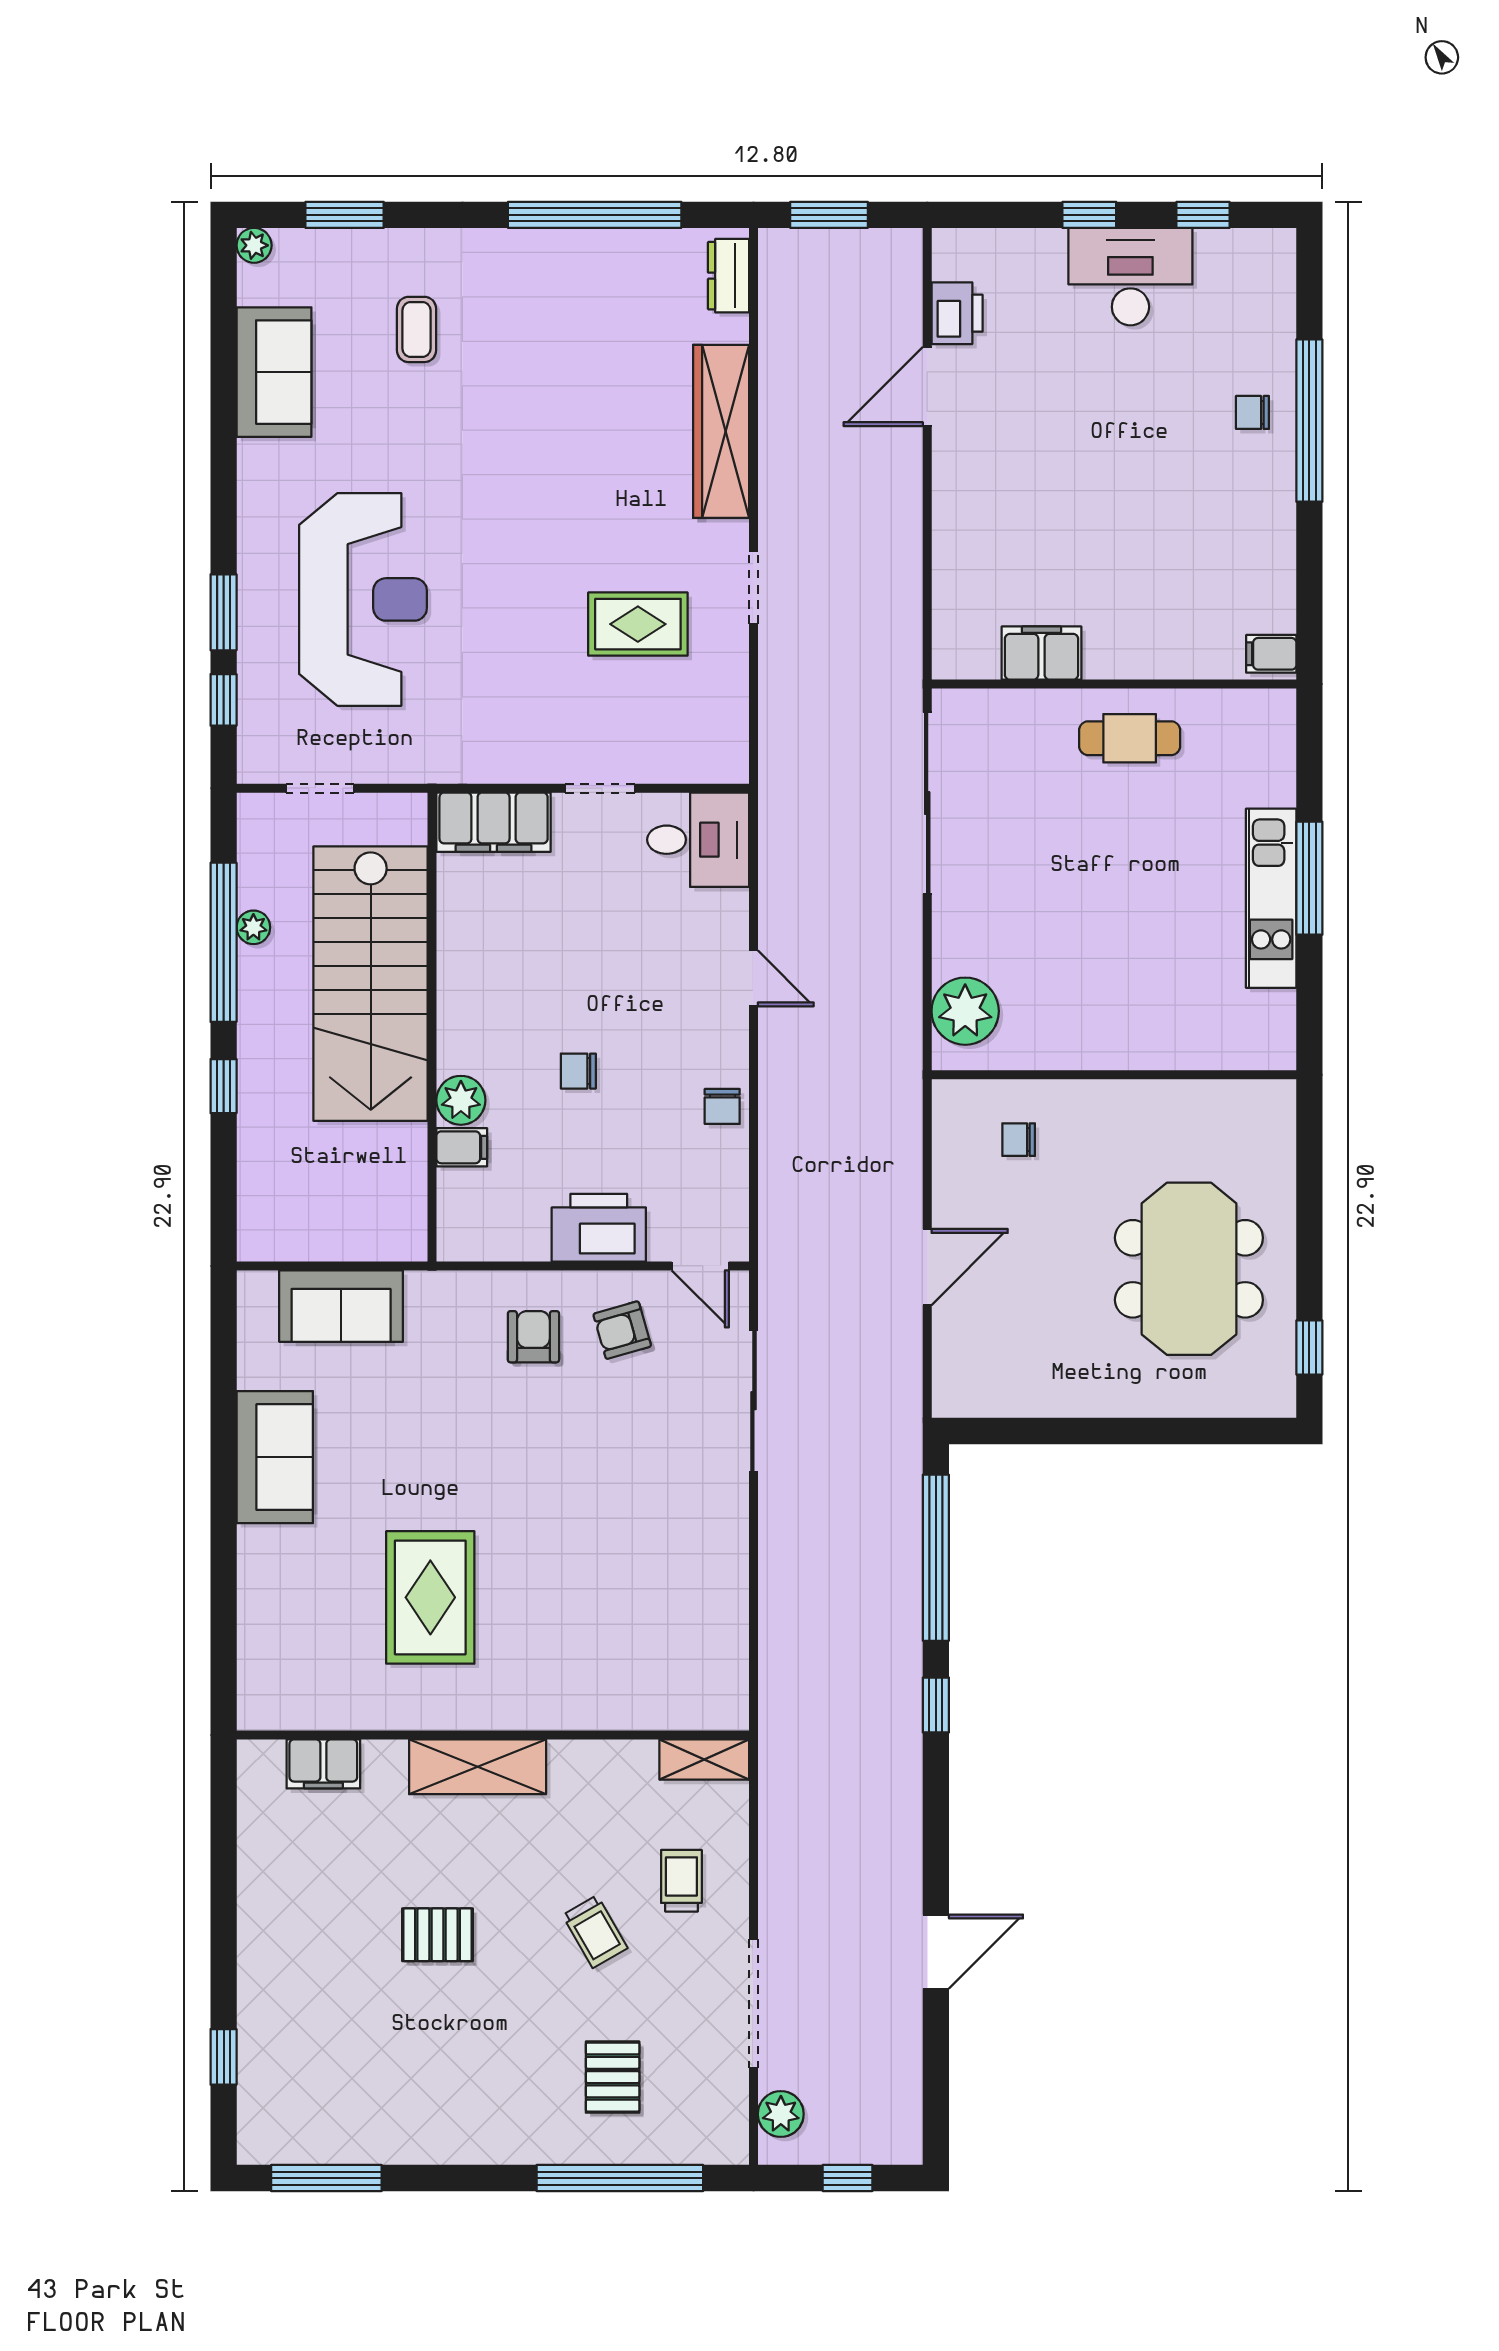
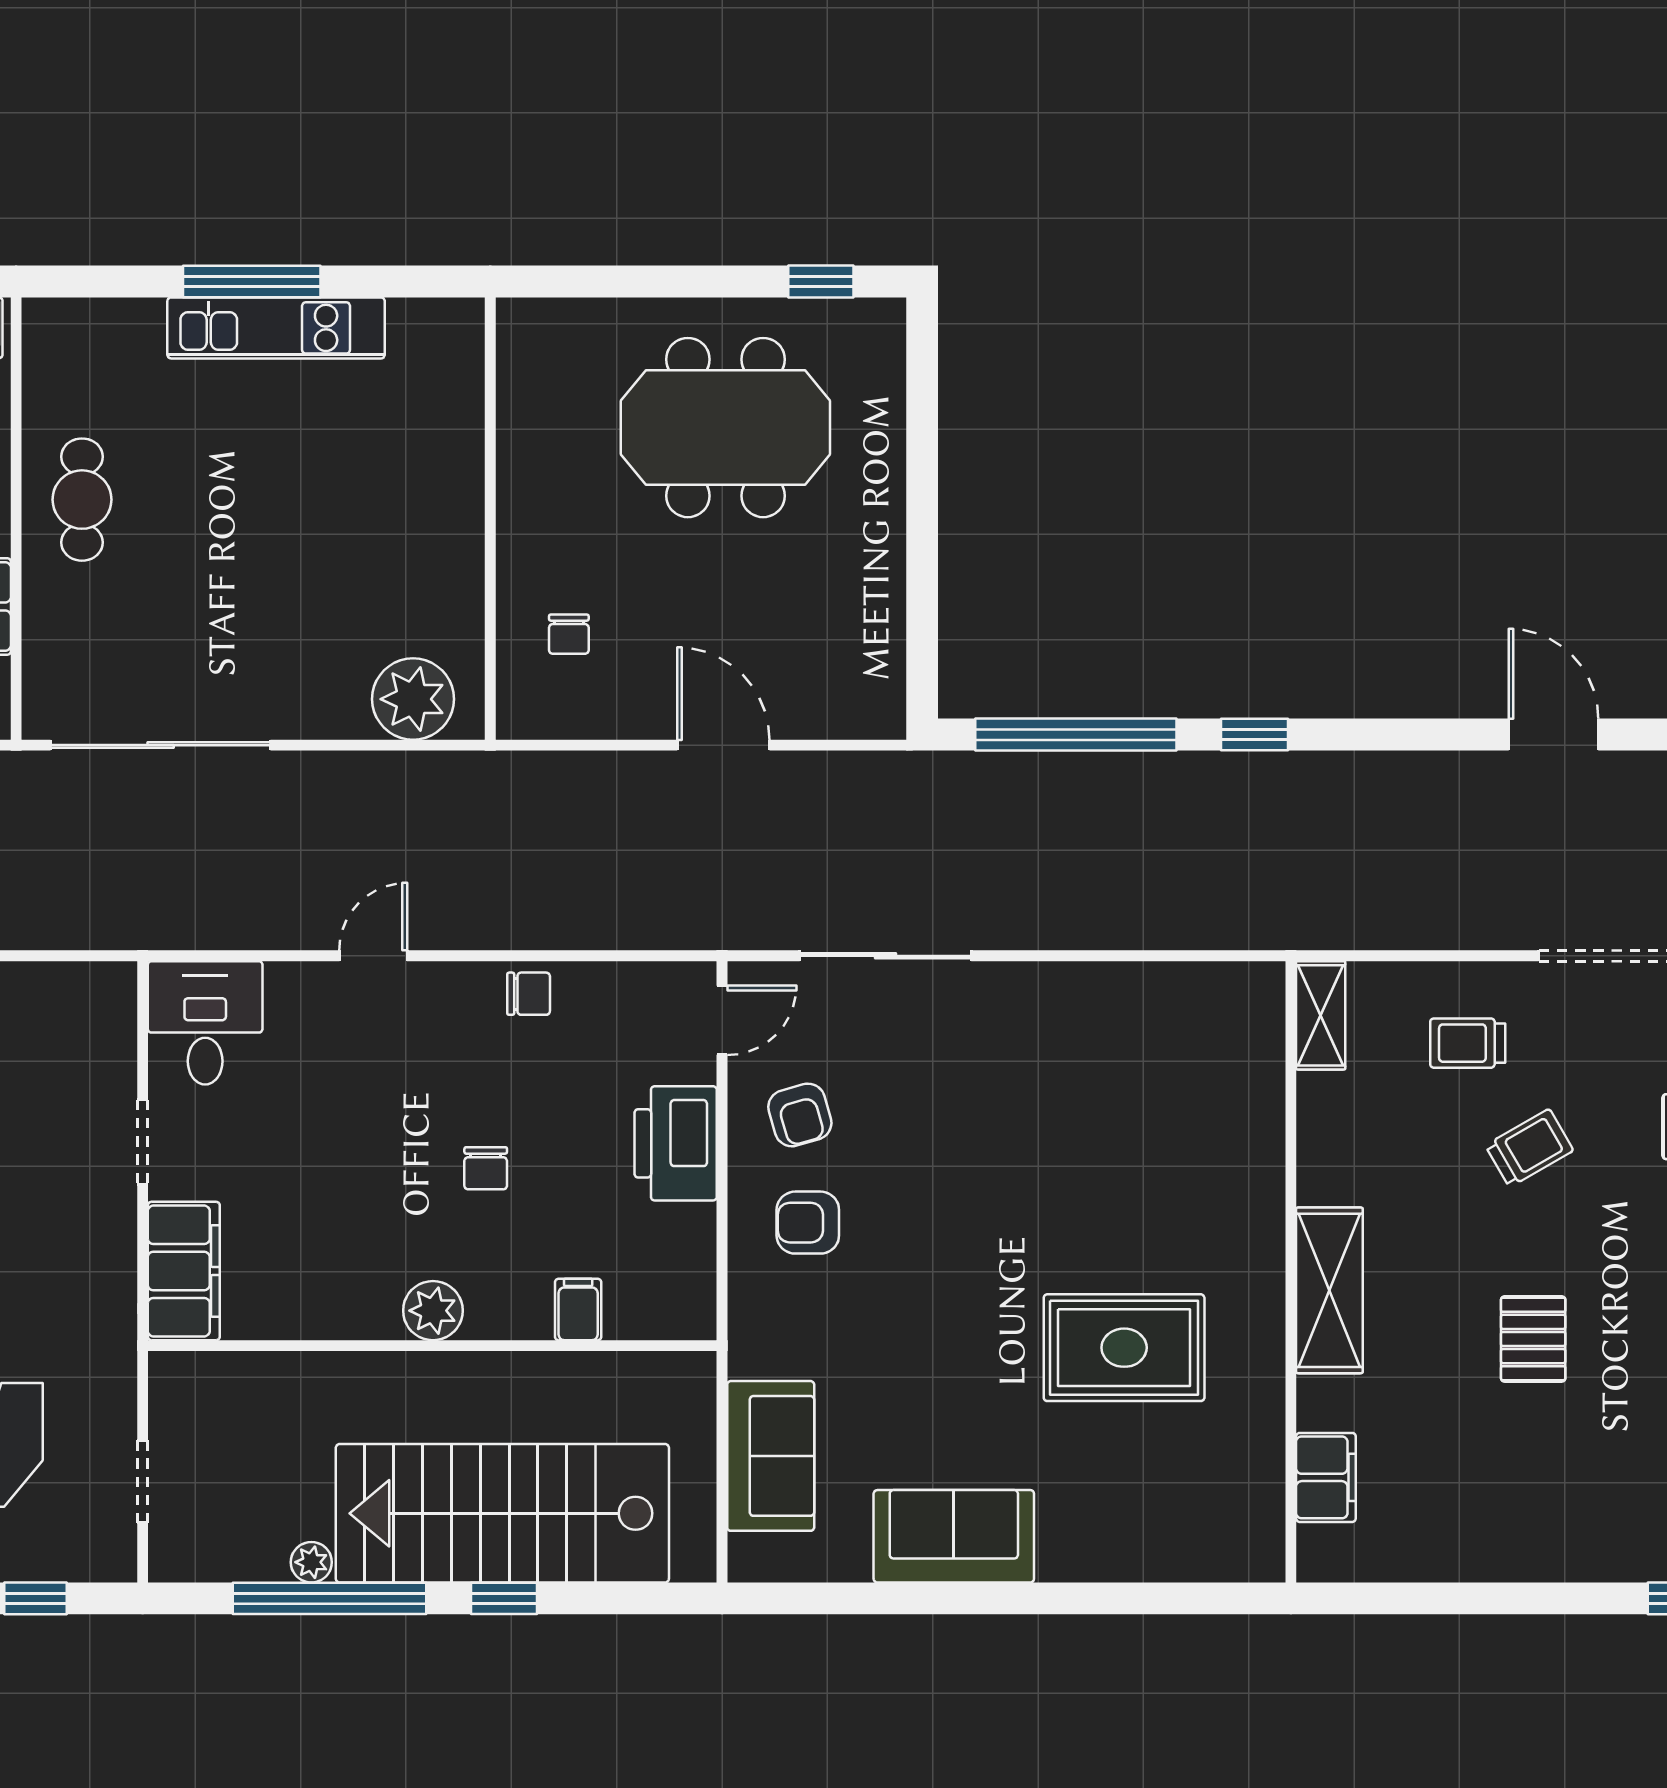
stairs: (371, 984) -> (502, 1513), moved, turned 180
plant: (461, 1100) -> (433, 1311), moved

